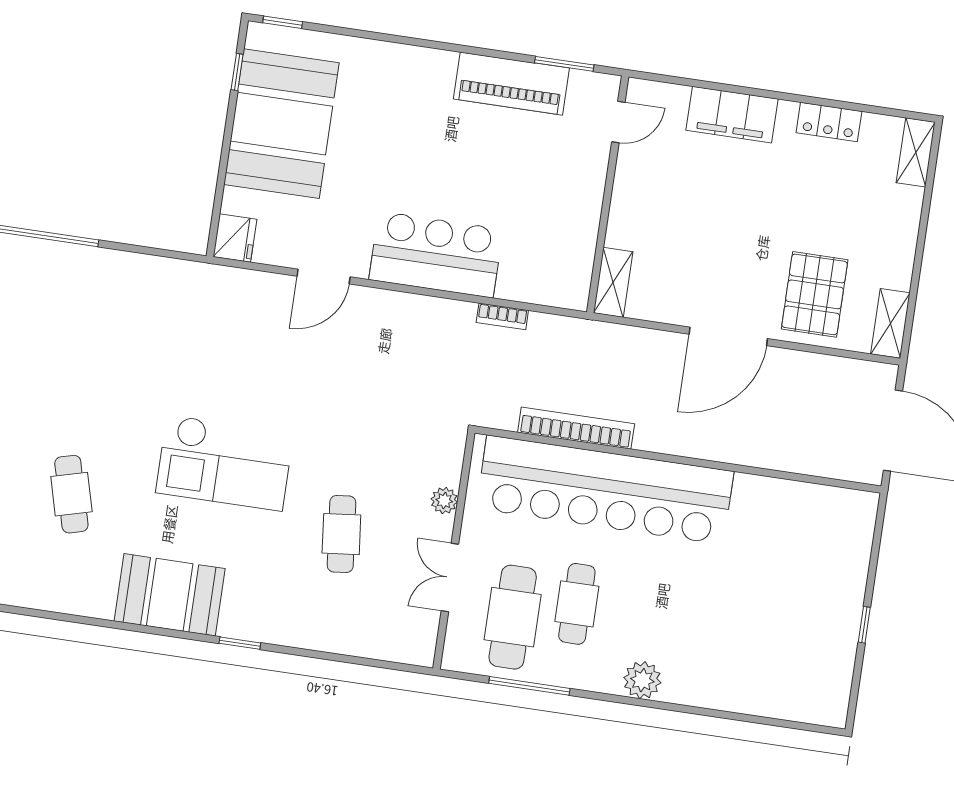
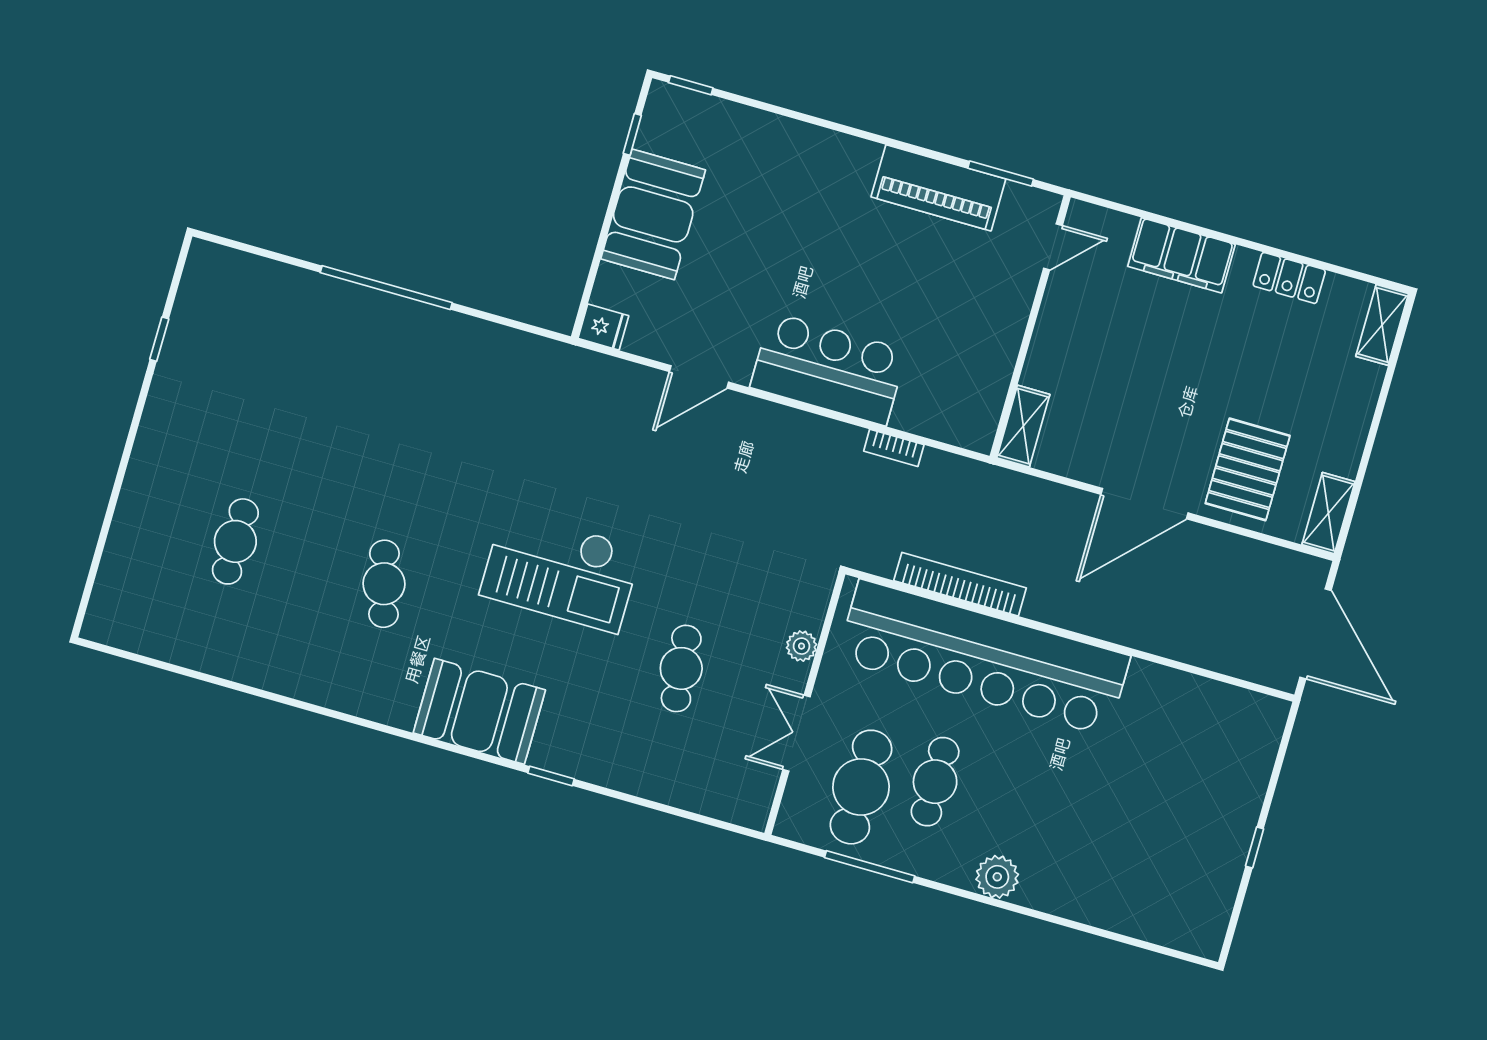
booth: (281, 124) -> (653, 214), width x0.73, depth x0.70
fridge: (235, 238) -> (603, 327), width x0.72

